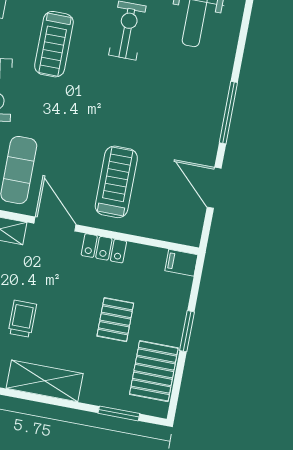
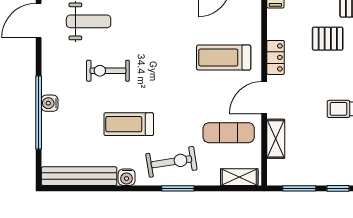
treadmill: (54, 44) -> (129, 124), turned 180

